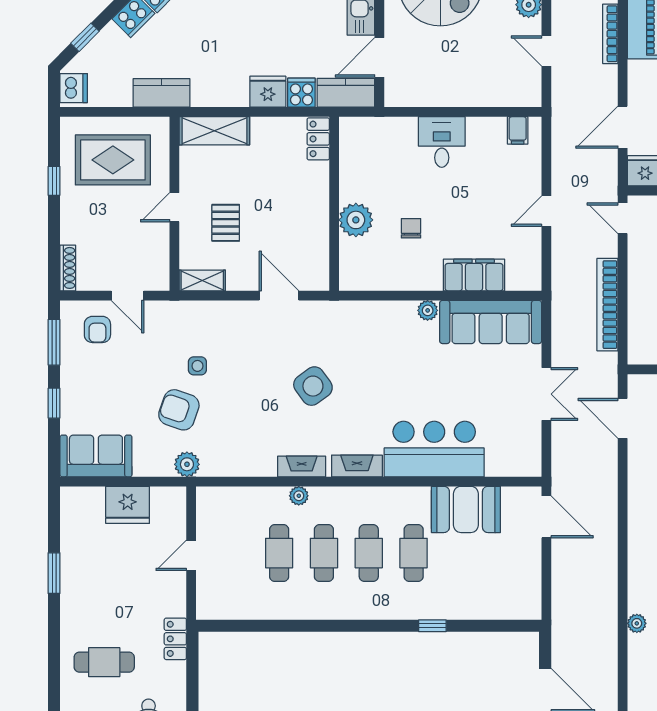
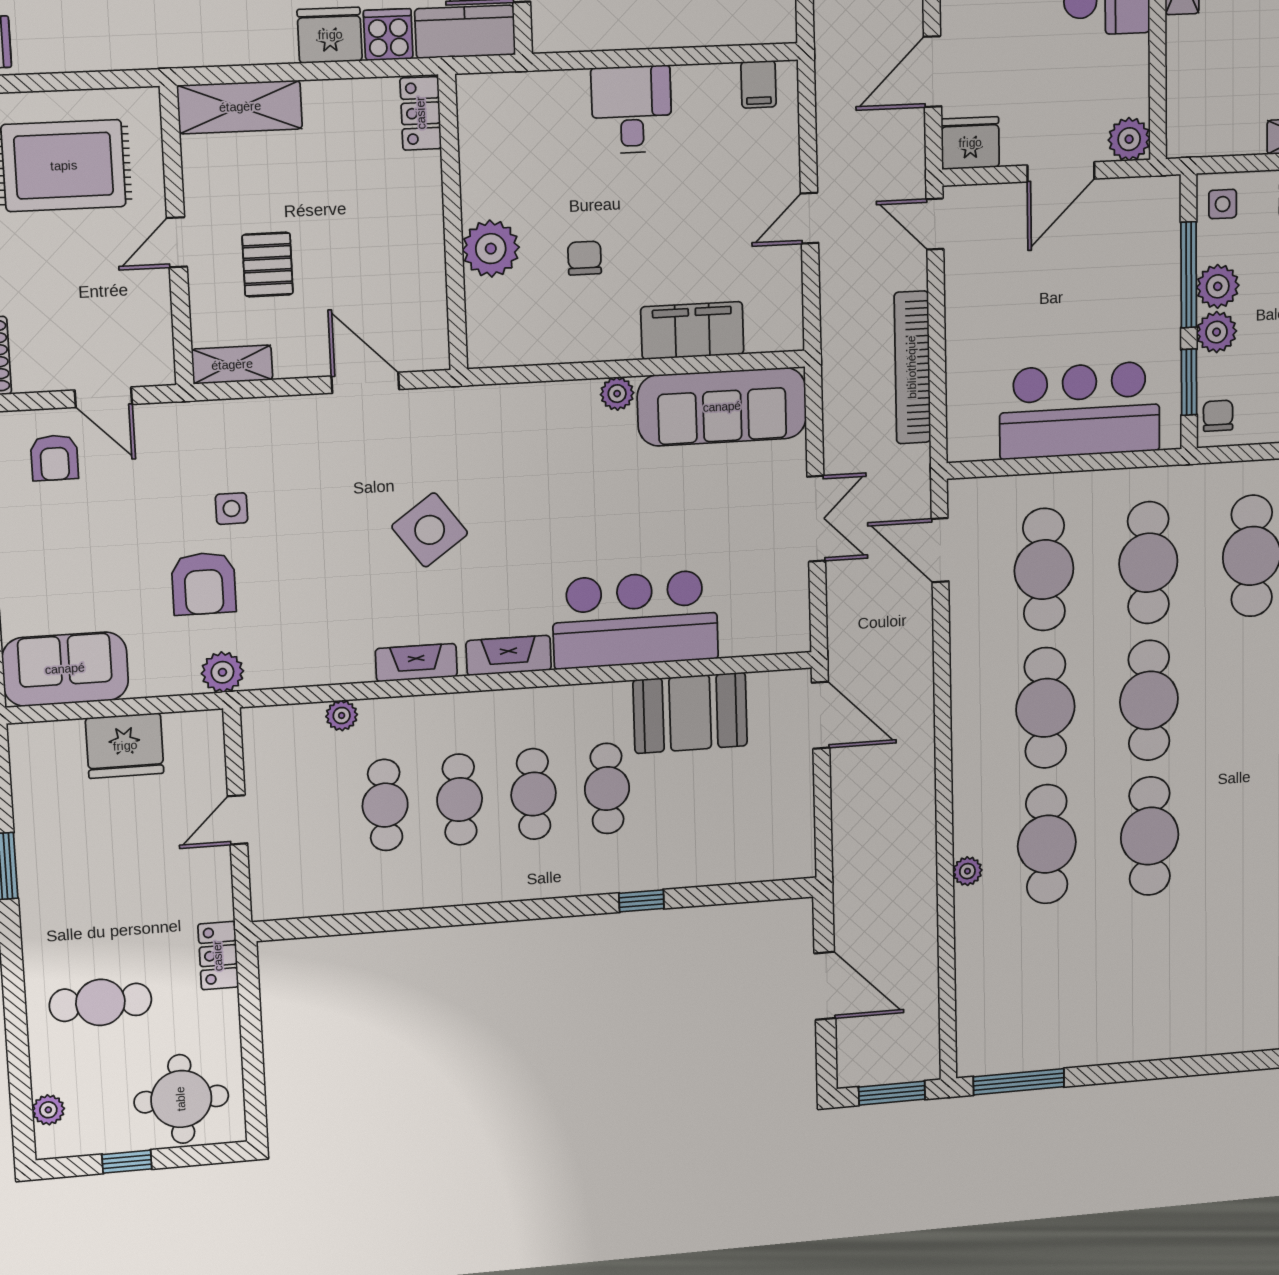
kitchen counter: (161, 93) -> (143, 45), removed
armchair: (179, 410) -> (204, 584), turned -109
plant: (299, 496) -> (342, 715), moved

